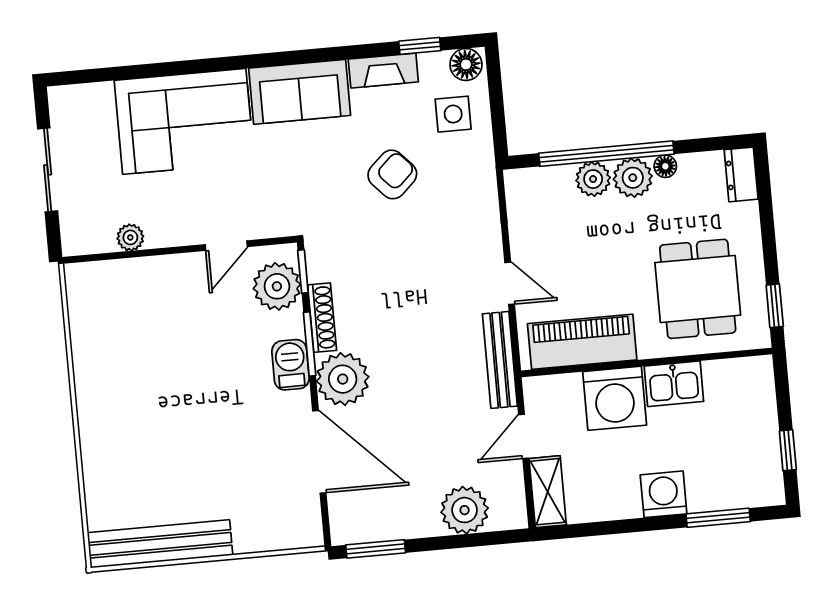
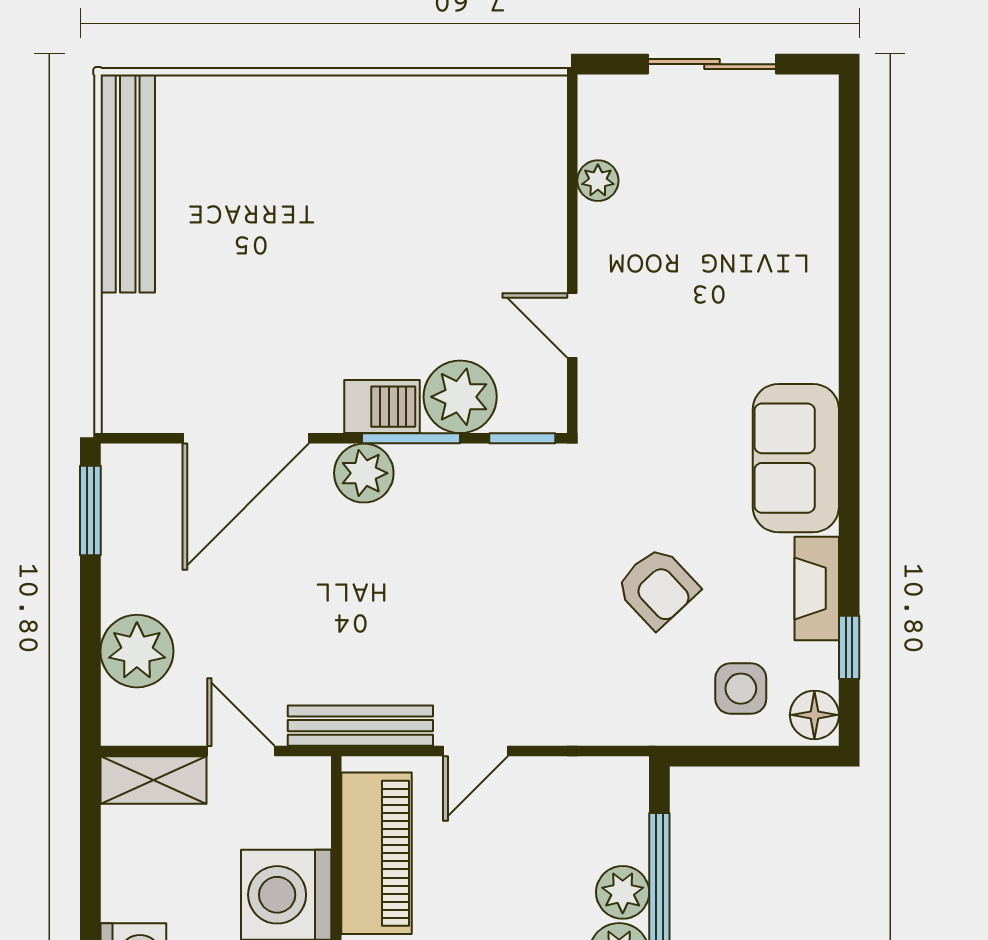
corner sofa: (184, 121) -> (767, 279), removed
plant: (277, 286) -> (460, 397), moved
shoe rack: (322, 318) -> (449, 461), removed
plant: (343, 379) -> (364, 473), width x0.73, depth x0.73

